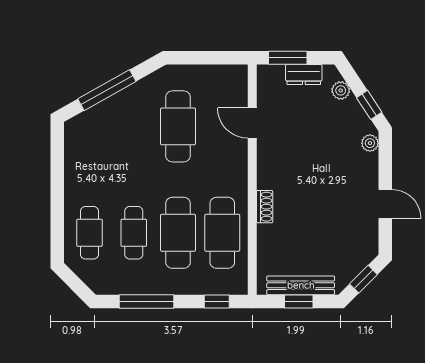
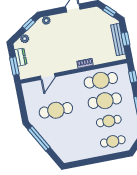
window: (107, 90) -> (39, 139), moved

